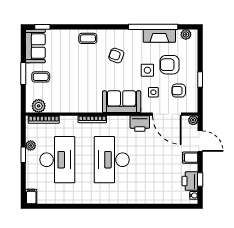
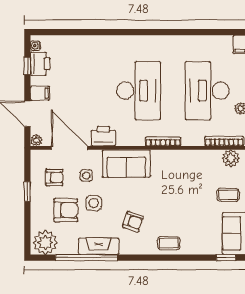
plant: (186, 34) -> (45, 243), width x1.88, depth x1.88
fireplace: (159, 36) -> (99, 246), moved

